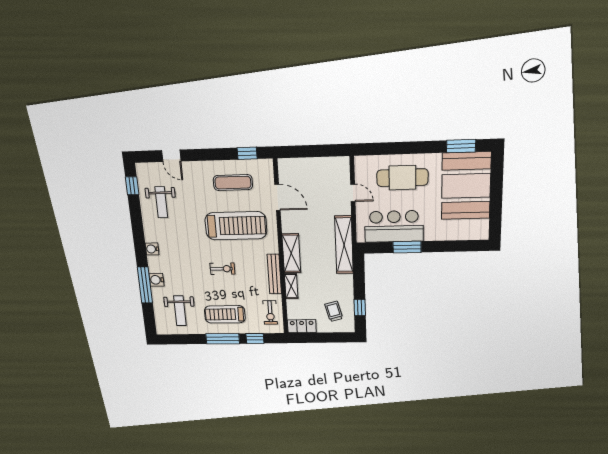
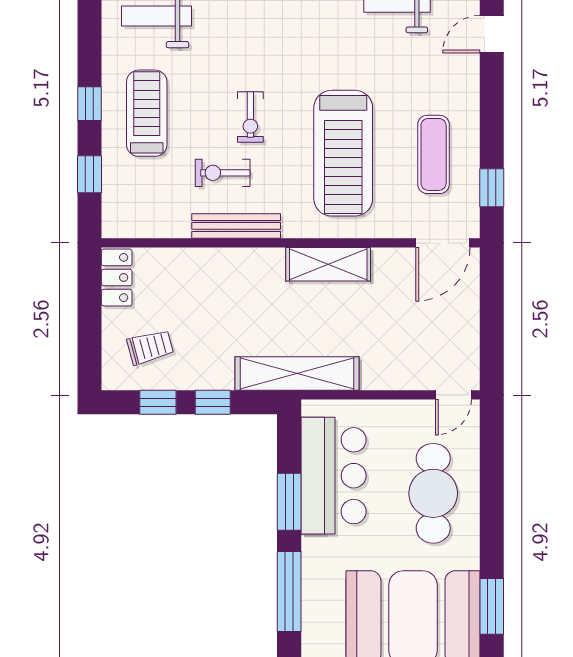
door: (353, 193) -> (453, 395), moved
door: (277, 197) -> (443, 243), moved
window: (452, 246) -> (289, 592), added
shelving: (291, 253) -> (328, 264), moved
window: (359, 283) -> (213, 402), added
shelving: (291, 286) -> (209, 260), removed
exercise bike: (270, 312) -> (223, 173), moved
window: (223, 339) -> (89, 104), width x0.46

